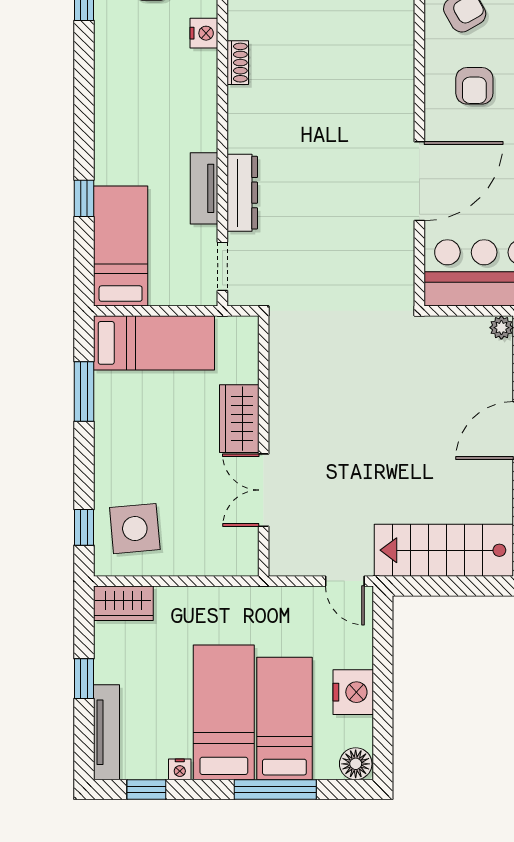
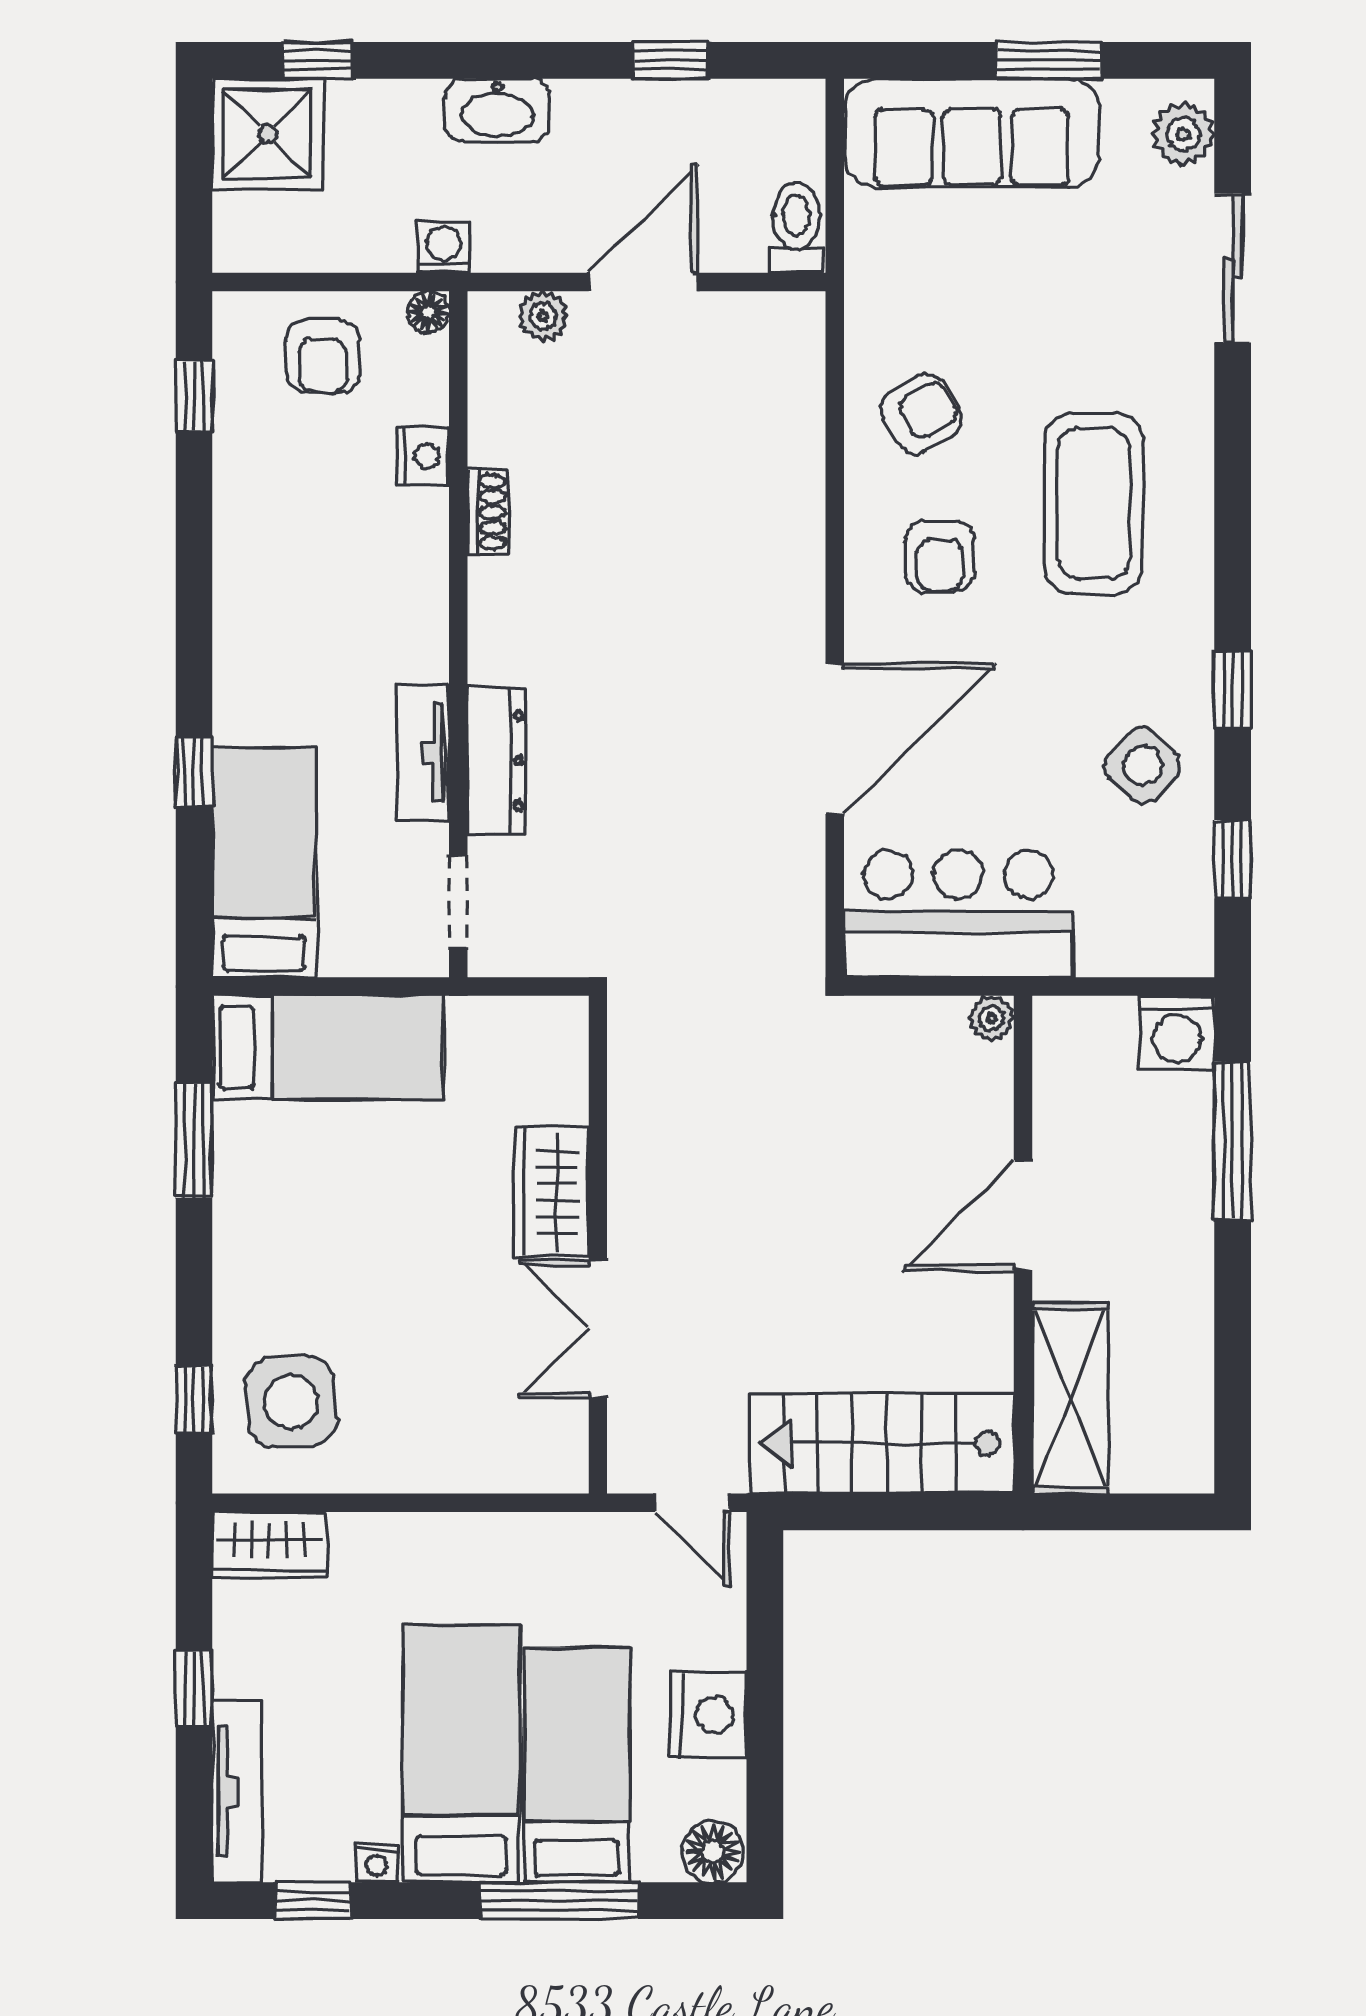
wardrobe: (239, 419) -> (551, 1192), moved
wall: (264, 446) -> (598, 1245), moved
double door: (264, 490) -> (598, 1329), moved

